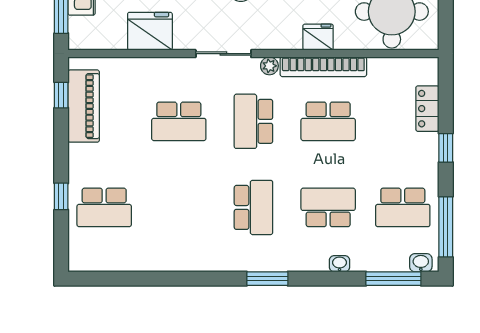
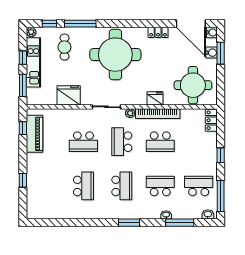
locker: (427, 109) -> (211, 120), moved
school desk: (104, 207) -> (83, 186), moved, turned -90
school desk: (403, 207) -> (199, 186), turned 180
window: (393, 279) -> (180, 223), moved

